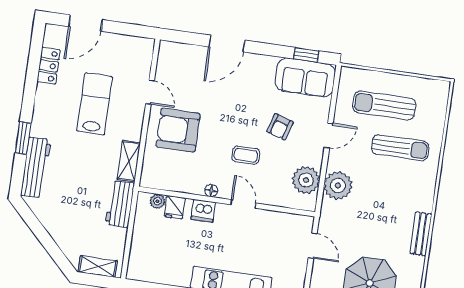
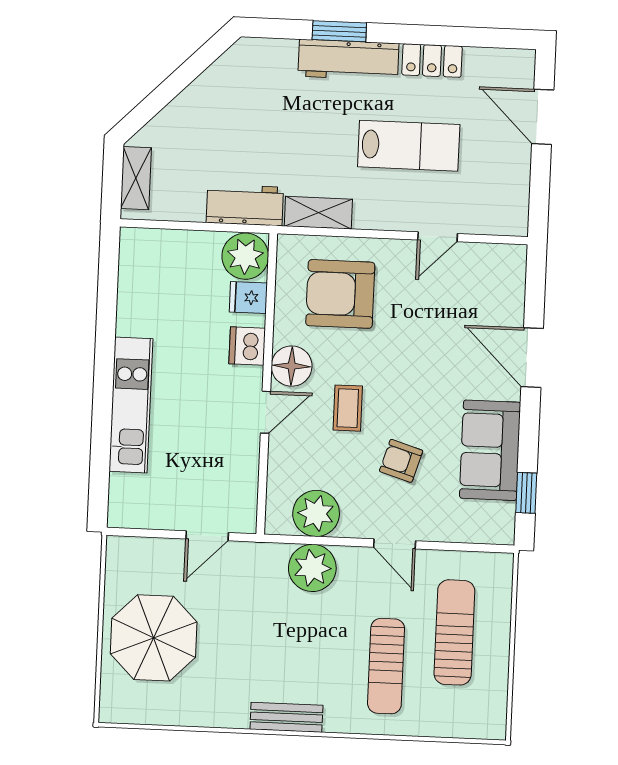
locker: (49, 66) -> (432, 61), moved
sofa: (305, 77) -> (490, 450), moved
armchair: (178, 130) -> (340, 294), moved, turned -90
workbench: (36, 167) -> (348, 60), moved
floor lamp: (211, 191) -> (292, 366), width x1.89, depth x1.89
plant: (157, 201) -> (245, 256), width x1.88, depth x1.88
bench: (421, 234) -> (286, 717), moved

